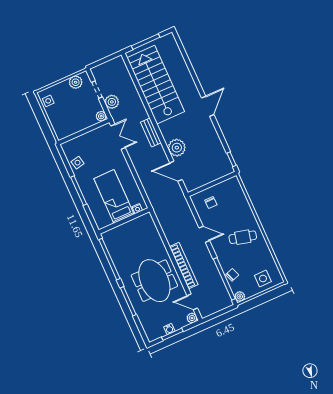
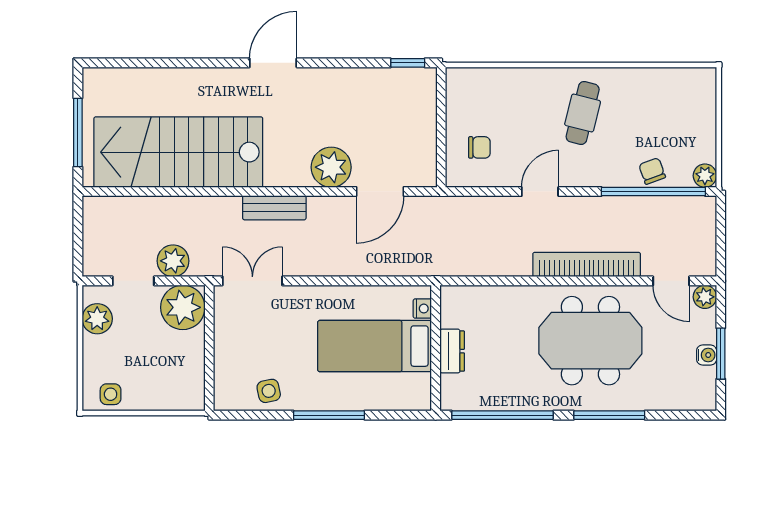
door: (208, 106) -> (273, 63), hinge flipped
plant: (101, 116) -> (183, 307), width x1.87, depth x1.87
dresser: (126, 228) -> (452, 351), added
side table: (263, 279) -> (689, 110), removed
door: (192, 302) -> (671, 281), hinge flipped

